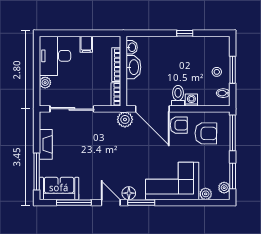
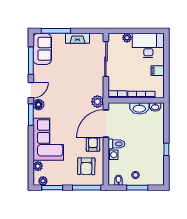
armchair: (179, 125) -> (93, 145), turned 180

